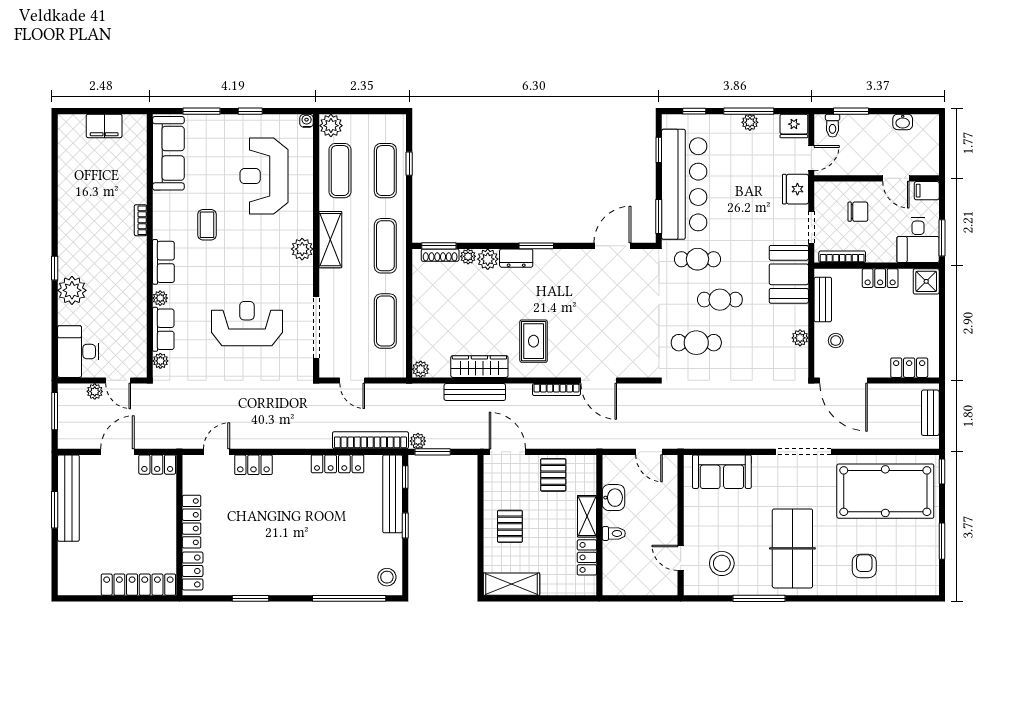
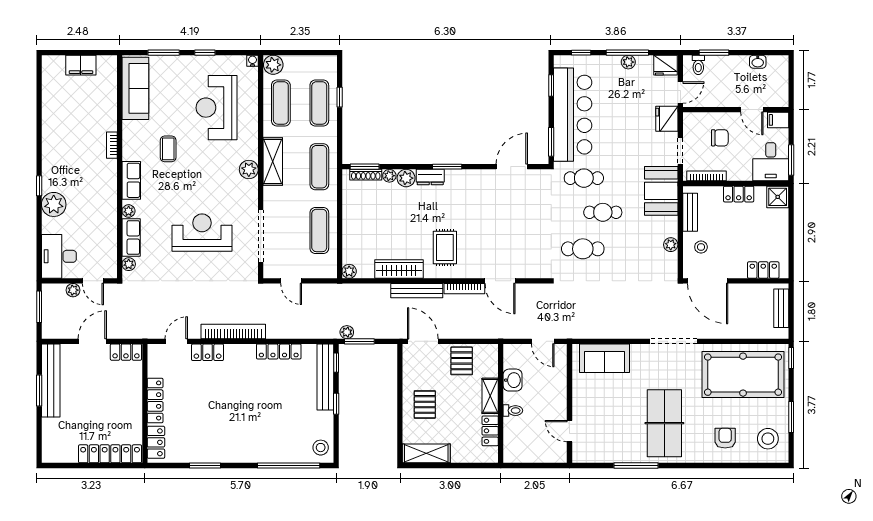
bench: (475, 392) -> (417, 291), moved
bookcase: (370, 440) -> (233, 331), moved
stool: (722, 563) -> (768, 439), moved

